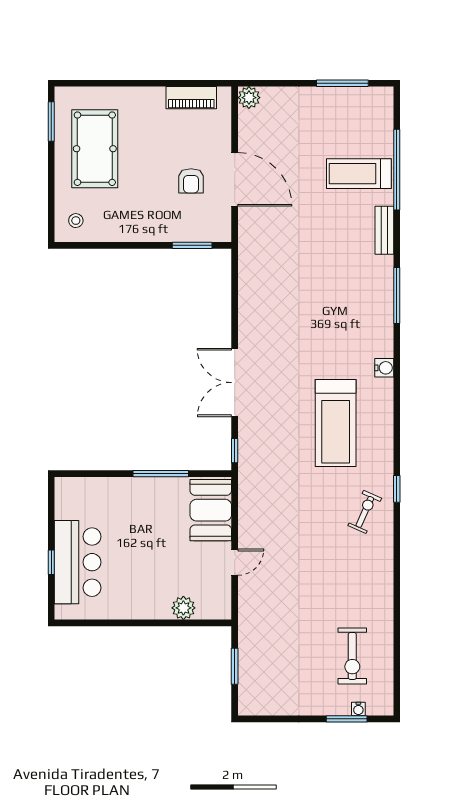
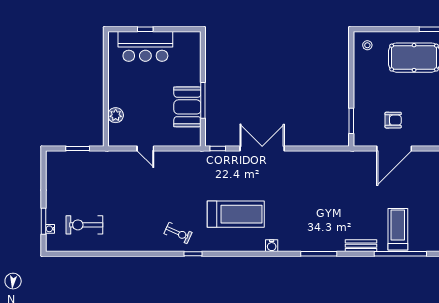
armchair: (191, 181) -> (393, 120), turned 180
treadmill: (336, 423) -> (236, 214), turned 180
booth: (211, 510) -> (187, 107), moved, turned 90

